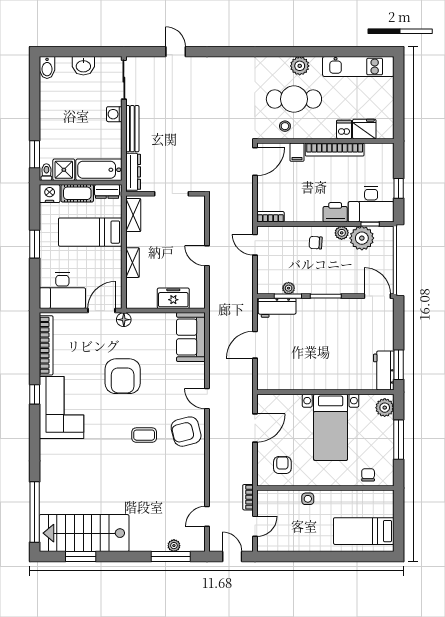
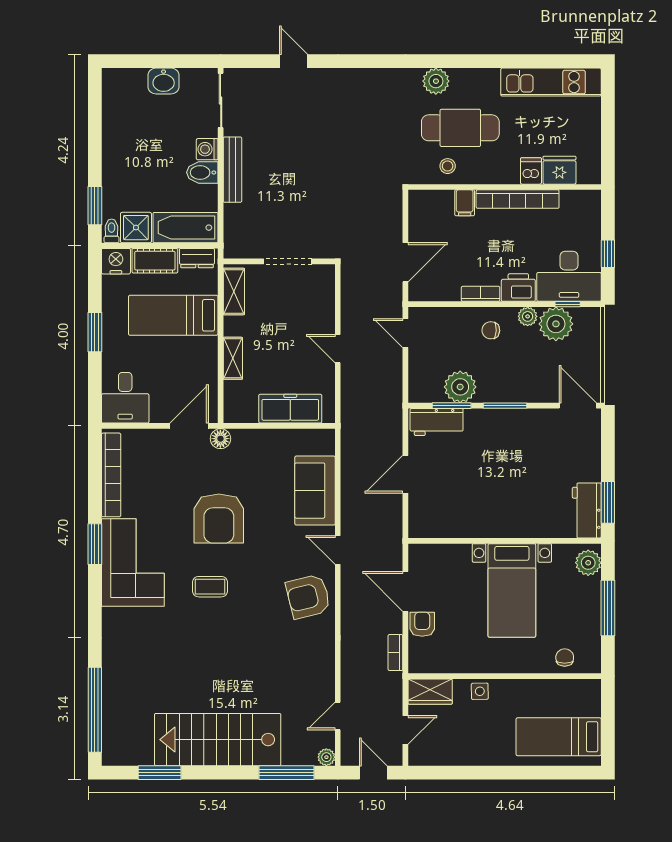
plant: (300, 66) -> (436, 81), moved
bidet: (47, 68) -> (202, 172), moved, turned 90
door: (255, 161) -> (405, 262), moved
dresser: (133, 172) -> (234, 230), removed
bookcase: (270, 217) -> (481, 294), moved
plant: (289, 288) -> (460, 387), width x1.87, depth x1.87
desk: (62, 291) -> (125, 398), width x0.73
freezer: (173, 298) -> (290, 409), width x1.40
sofa: (191, 337) -> (315, 491), moved
window: (35, 394) -> (95, 544), width x1.50
door: (255, 428) -> (405, 591), swing flipped
coffee table: (144, 435) -> (210, 587), moved
armchair: (282, 465) -> (422, 624), moved
bookcase: (248, 497) -> (395, 653), moved
wardrobe: (273, 499) -> (430, 692), added
stairs: (84, 533) -> (218, 740), moved
plant: (174, 546) -> (326, 757), moved

